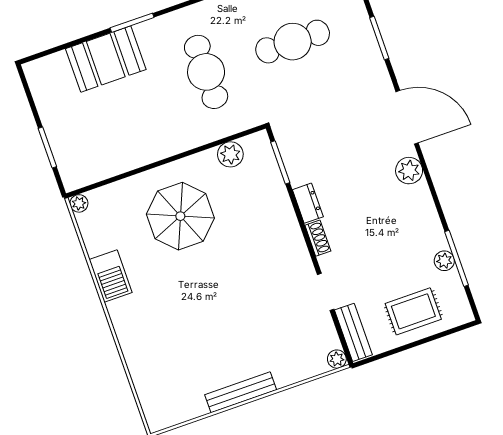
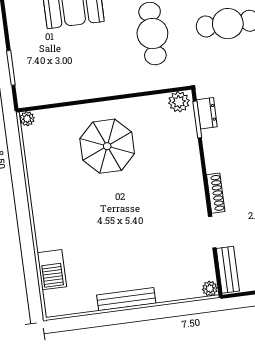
plant: (230, 154) -> (179, 102), moved
dresser: (308, 203) -> (207, 113), moved
shoe rack: (318, 238) -> (216, 193), width x1.43
barbecue: (111, 276) -> (52, 270), moved

